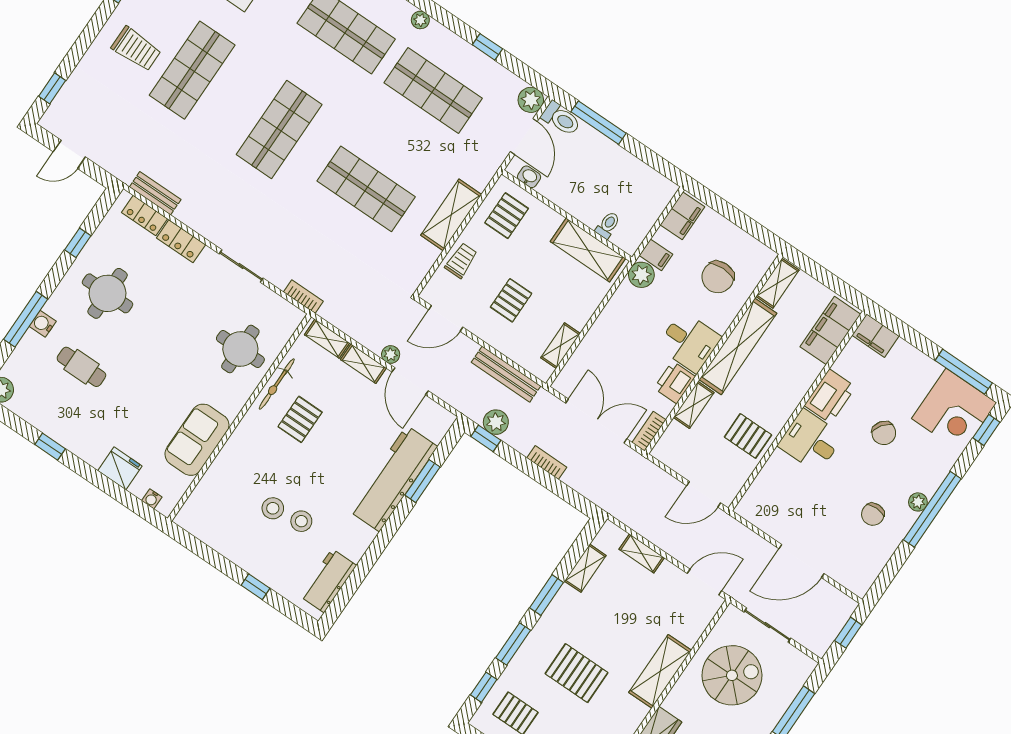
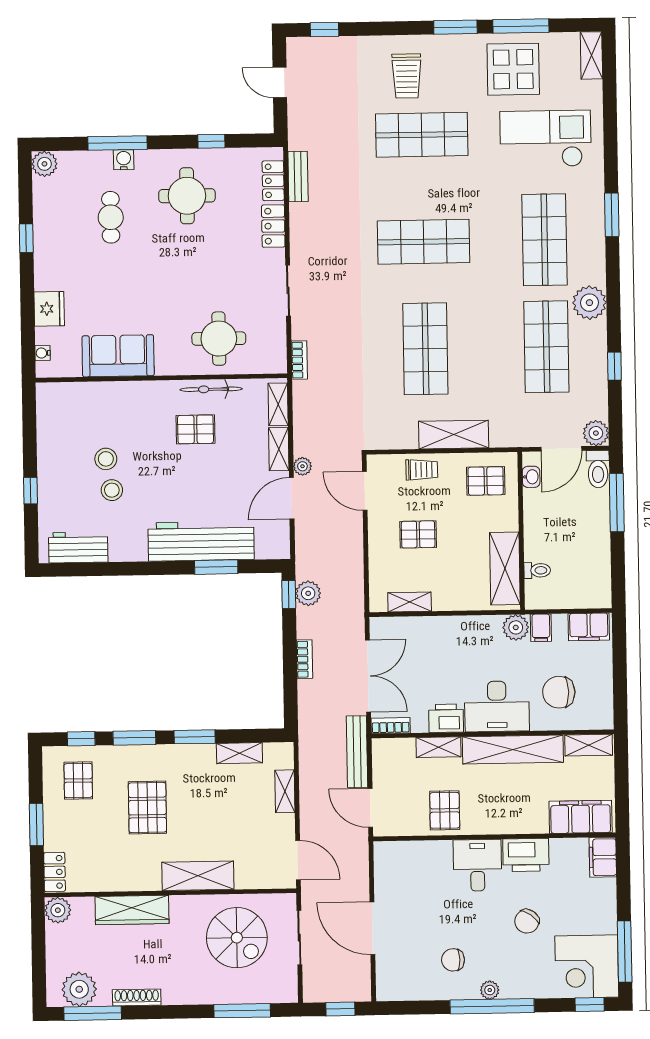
plant: (420, 20) -> (589, 303), width x1.88, depth x1.88
desk: (689, 342) -> (497, 706), width x1.37
bench: (506, 374) -> (357, 752), moved

